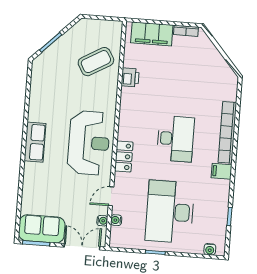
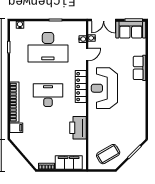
coffee table: (96, 62) -> (108, 154), moved
printer: (130, 77) -> (78, 128), width x1.87, depth x1.48
desk: (175, 139) -> (48, 95), turned 90
row of seats: (35, 142) -> (140, 68), moved
locker: (124, 157) -> (81, 87), width x1.53
filing cabinet: (222, 171) -> (16, 128), moved
desk: (170, 212) -> (48, 47), turned 90

